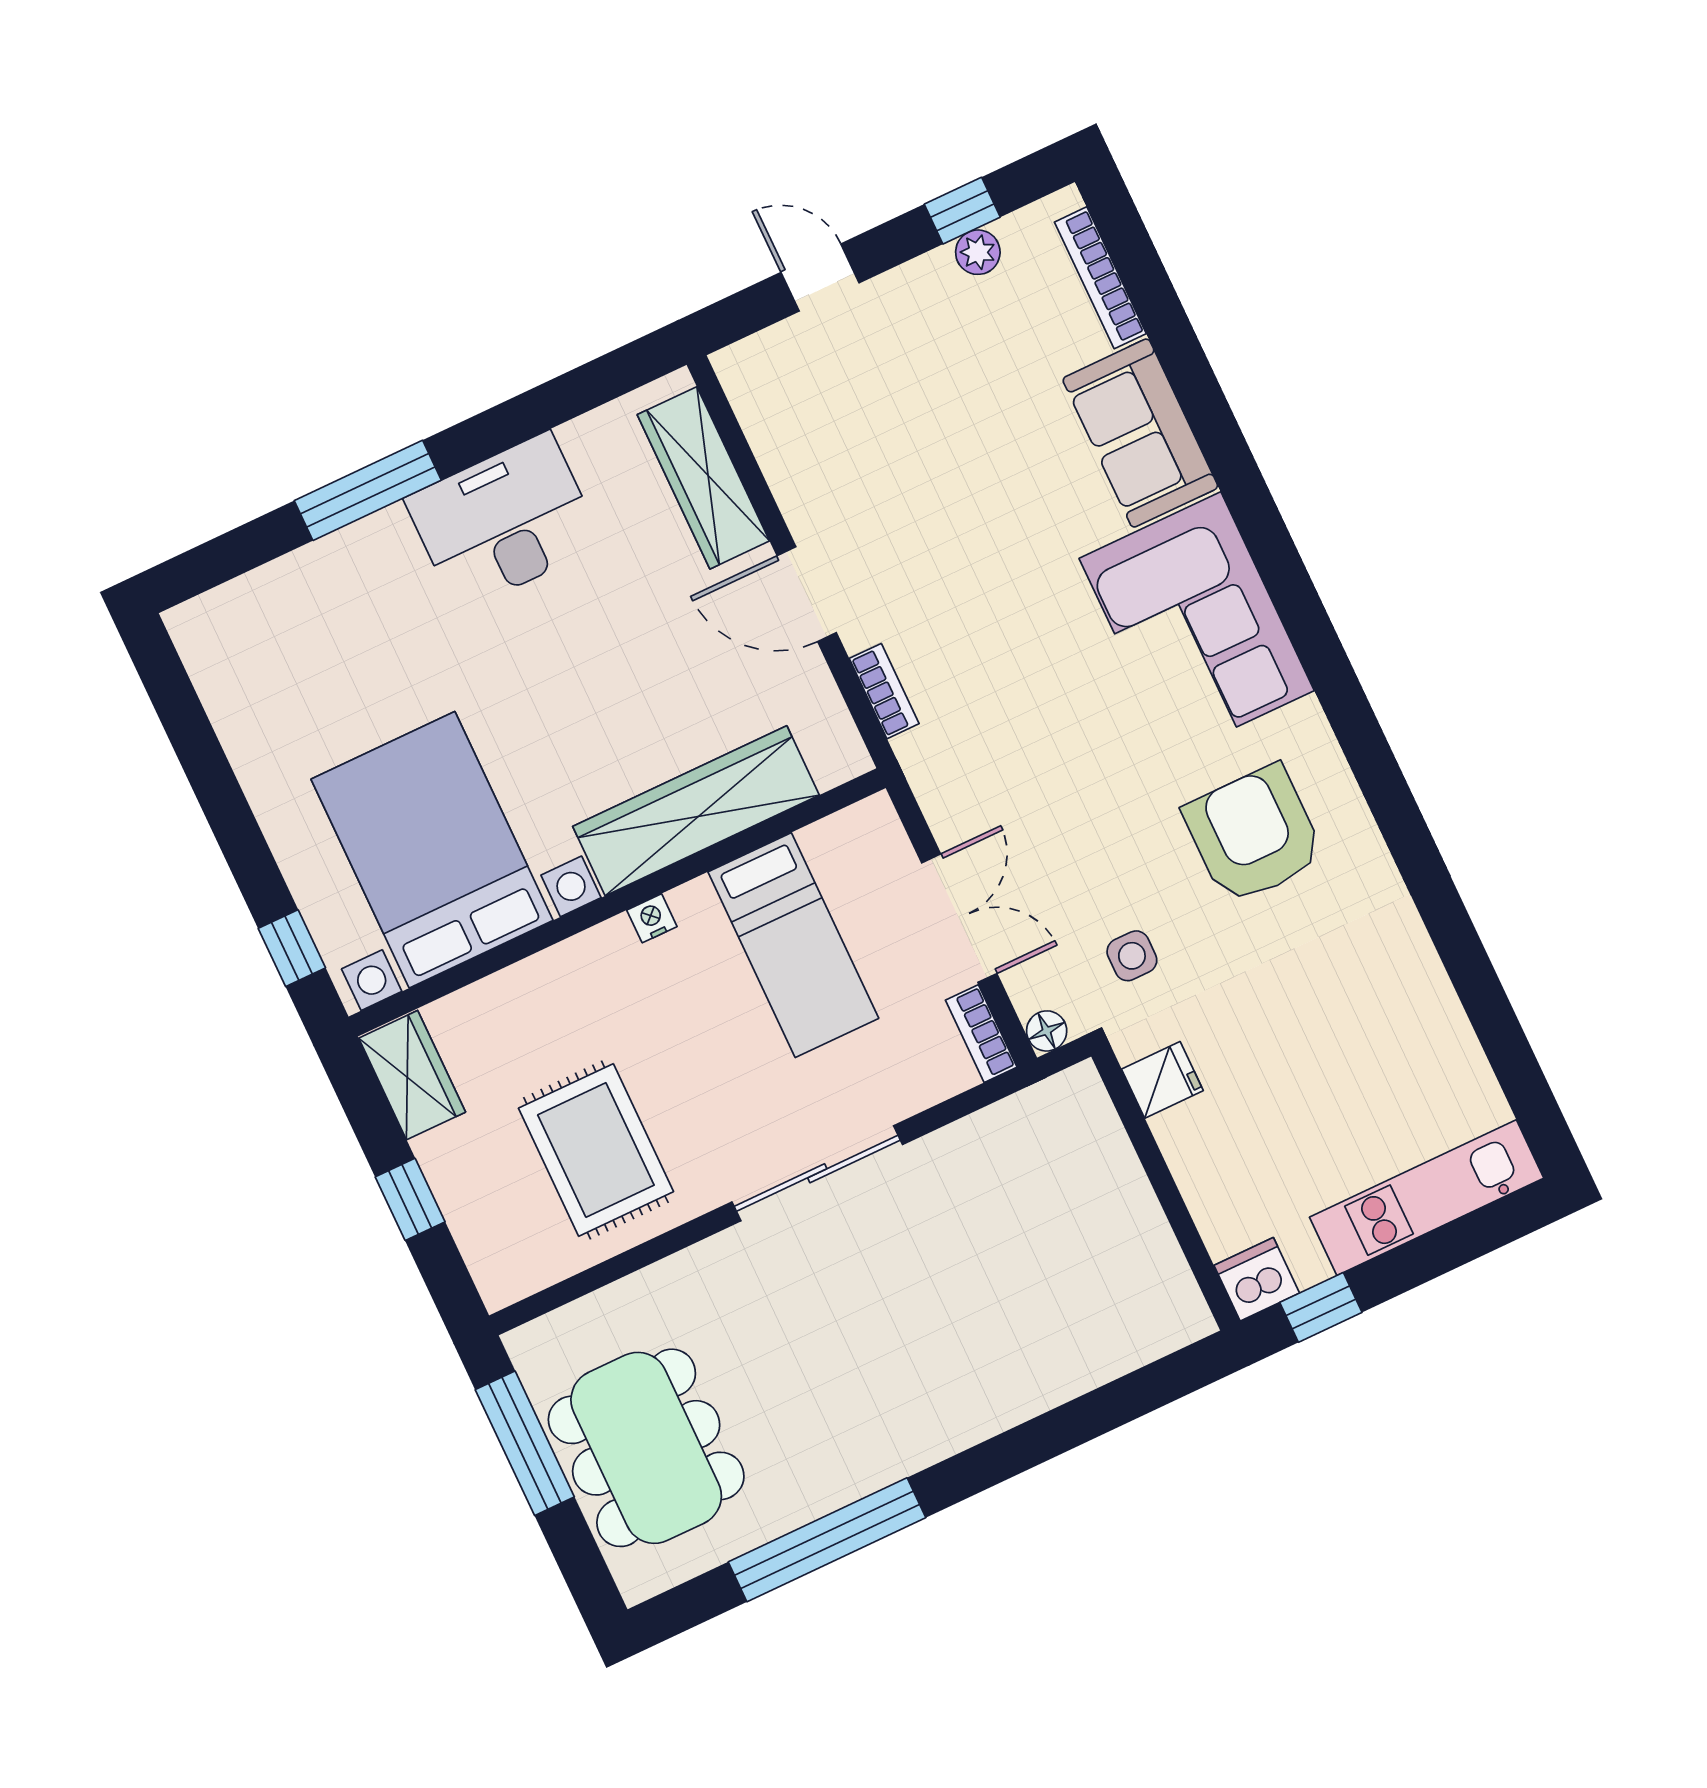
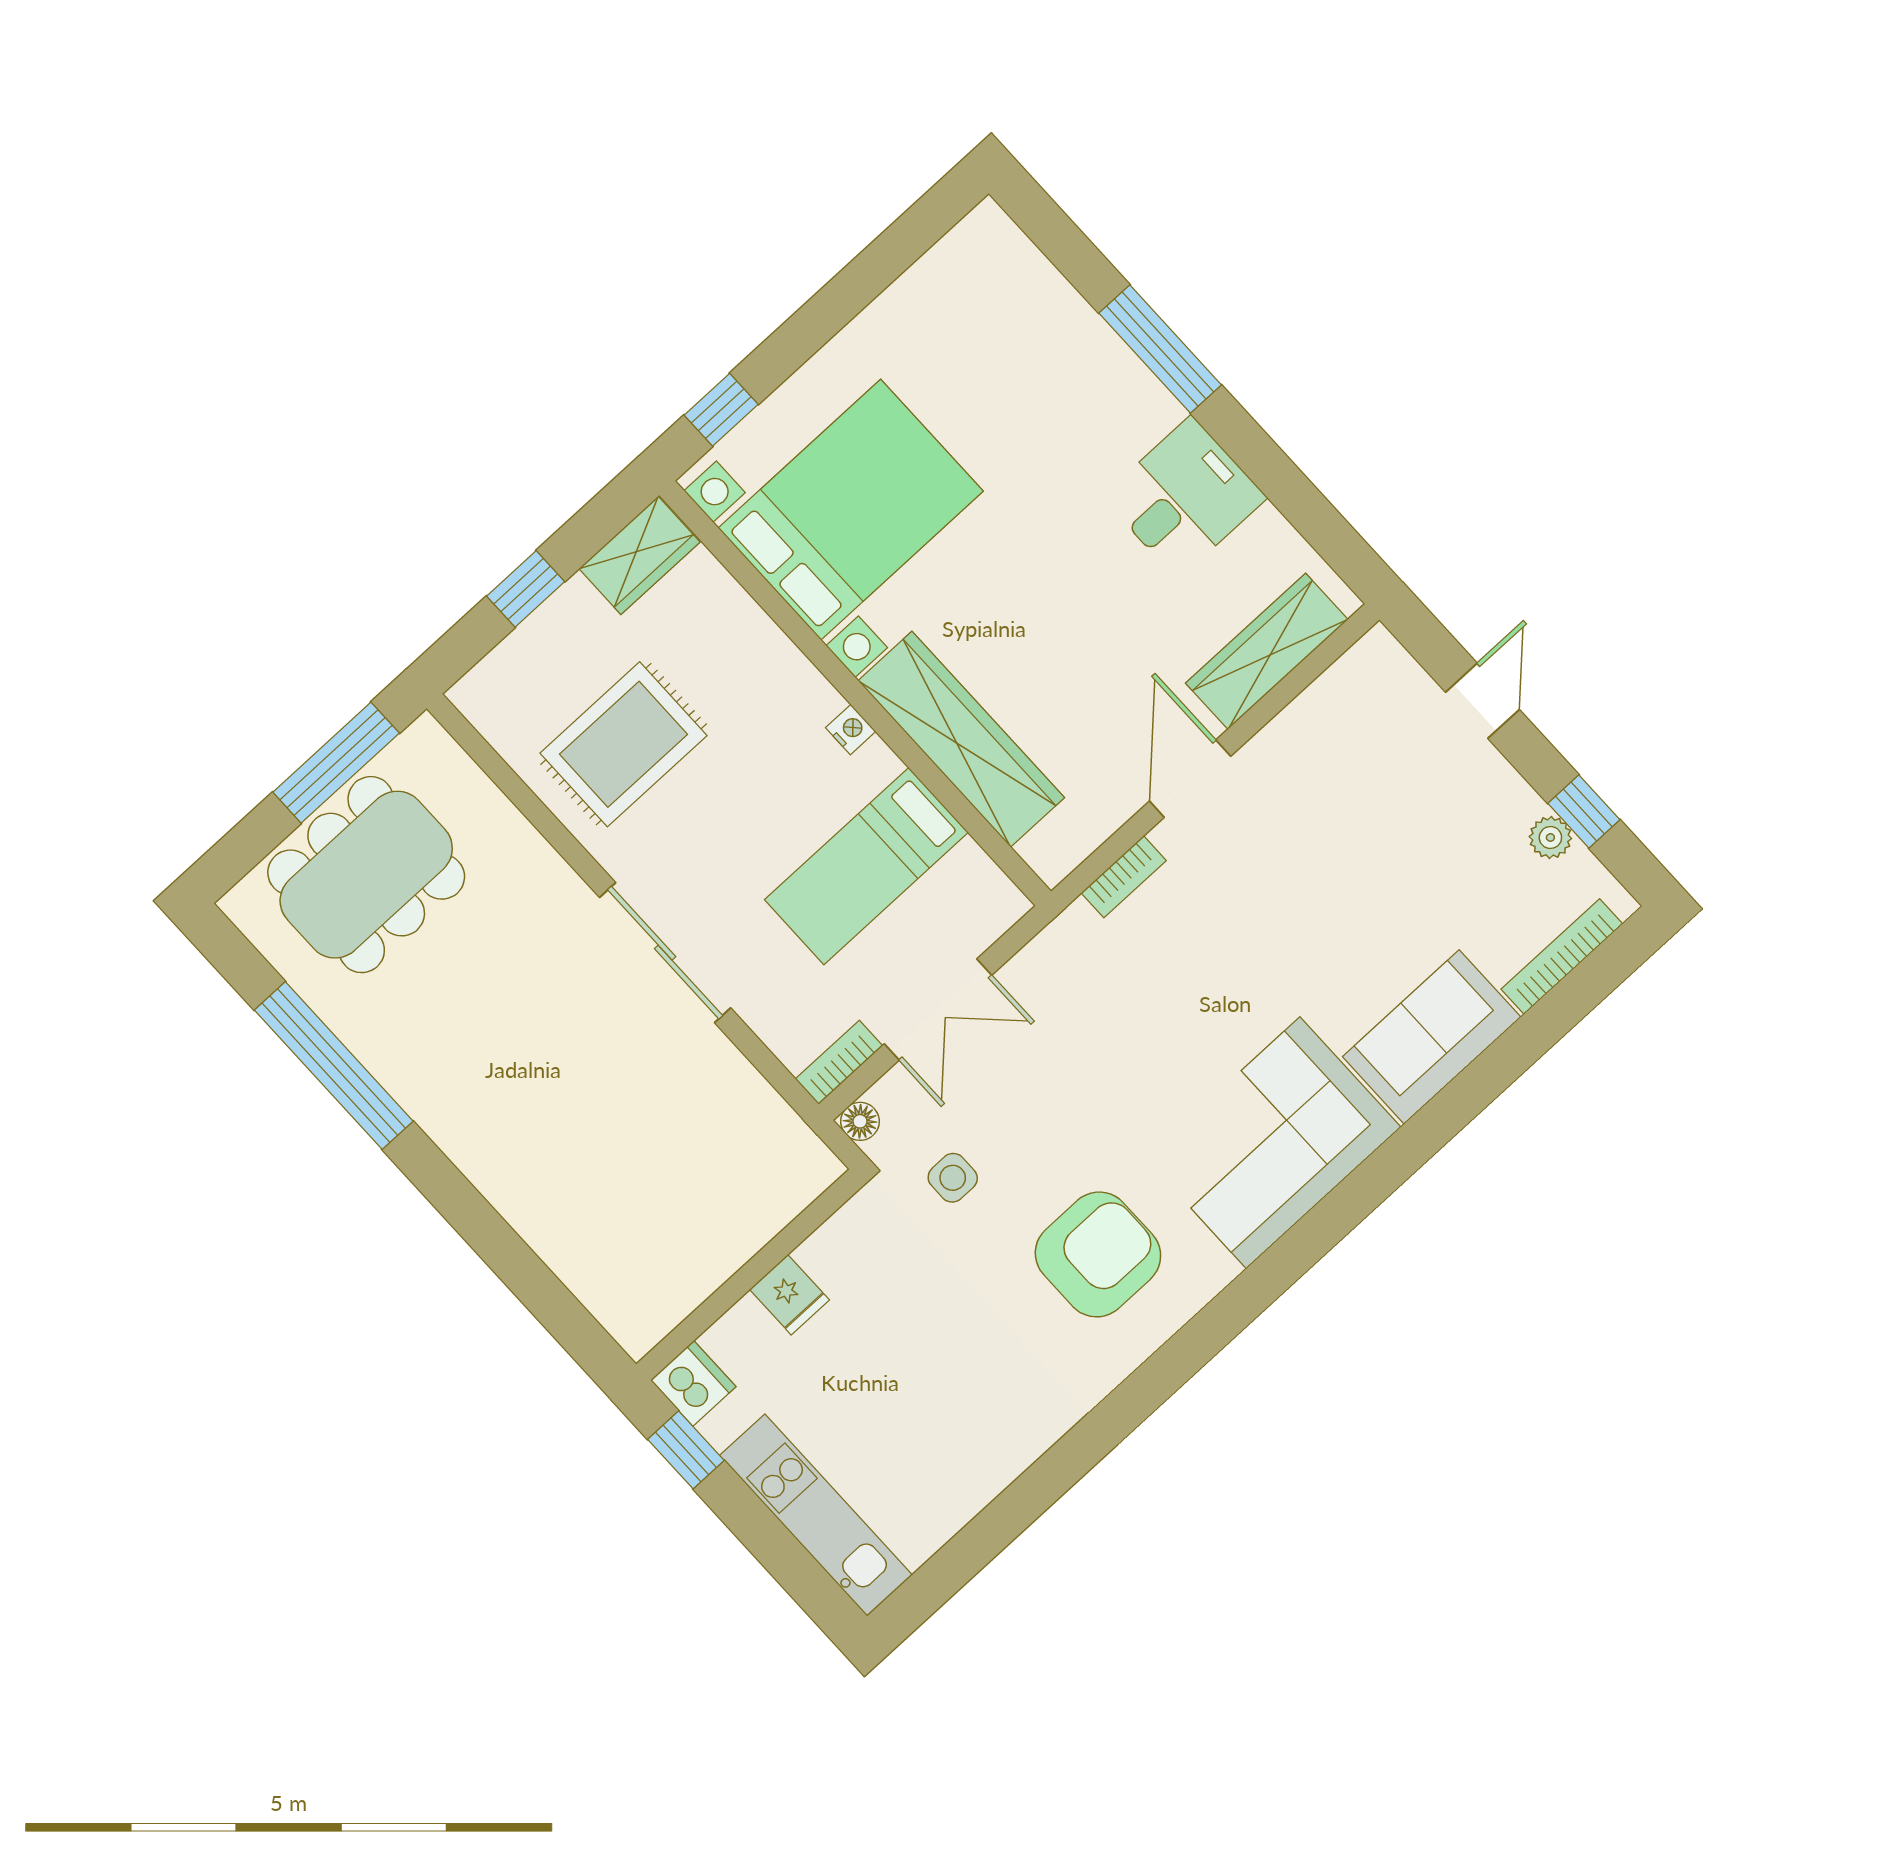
desk: (504, 522) -> (1184, 497), width x0.73
fridge: (1162, 1080) -> (789, 1295), moved

